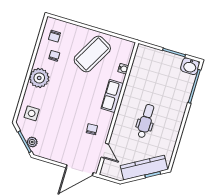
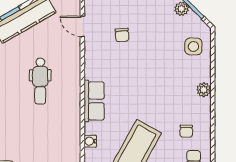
plant: (39, 78) -> (204, 90), width x0.53, depth x0.53
chair: (92, 129) -> (122, 35), moved

